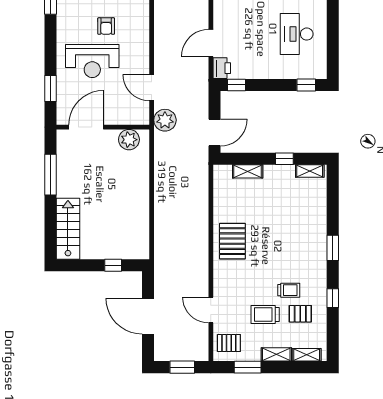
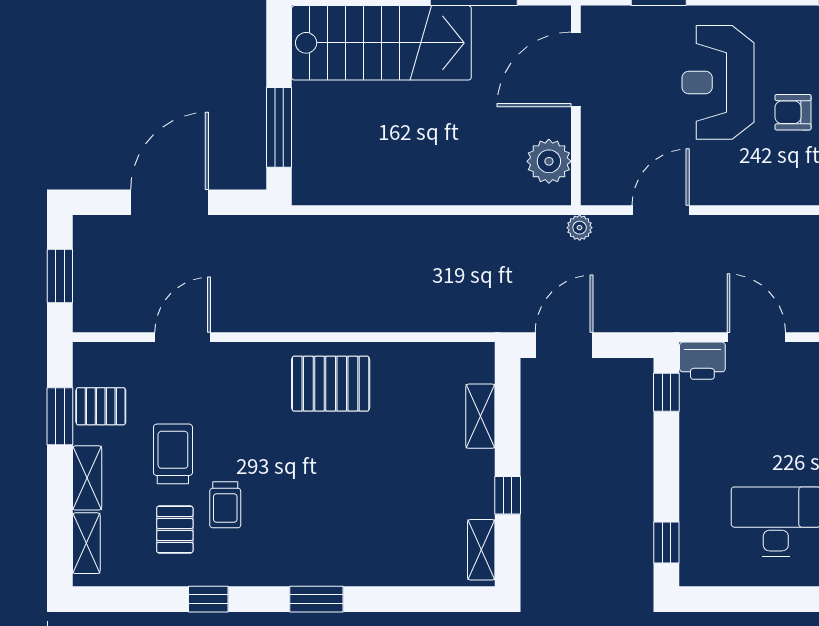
plant: (165, 120) -> (580, 228), width x0.53, depth x0.53
door: (86, 127) -> (576, 69), swing flipped
door: (214, 133) -> (564, 345), swing flipped
stairs: (68, 229) -> (381, 43), width x1.36, depth x1.51
window: (113, 265) -> (279, 127), width x2.17
pallet: (229, 343) -> (101, 406), moved, turned 90

